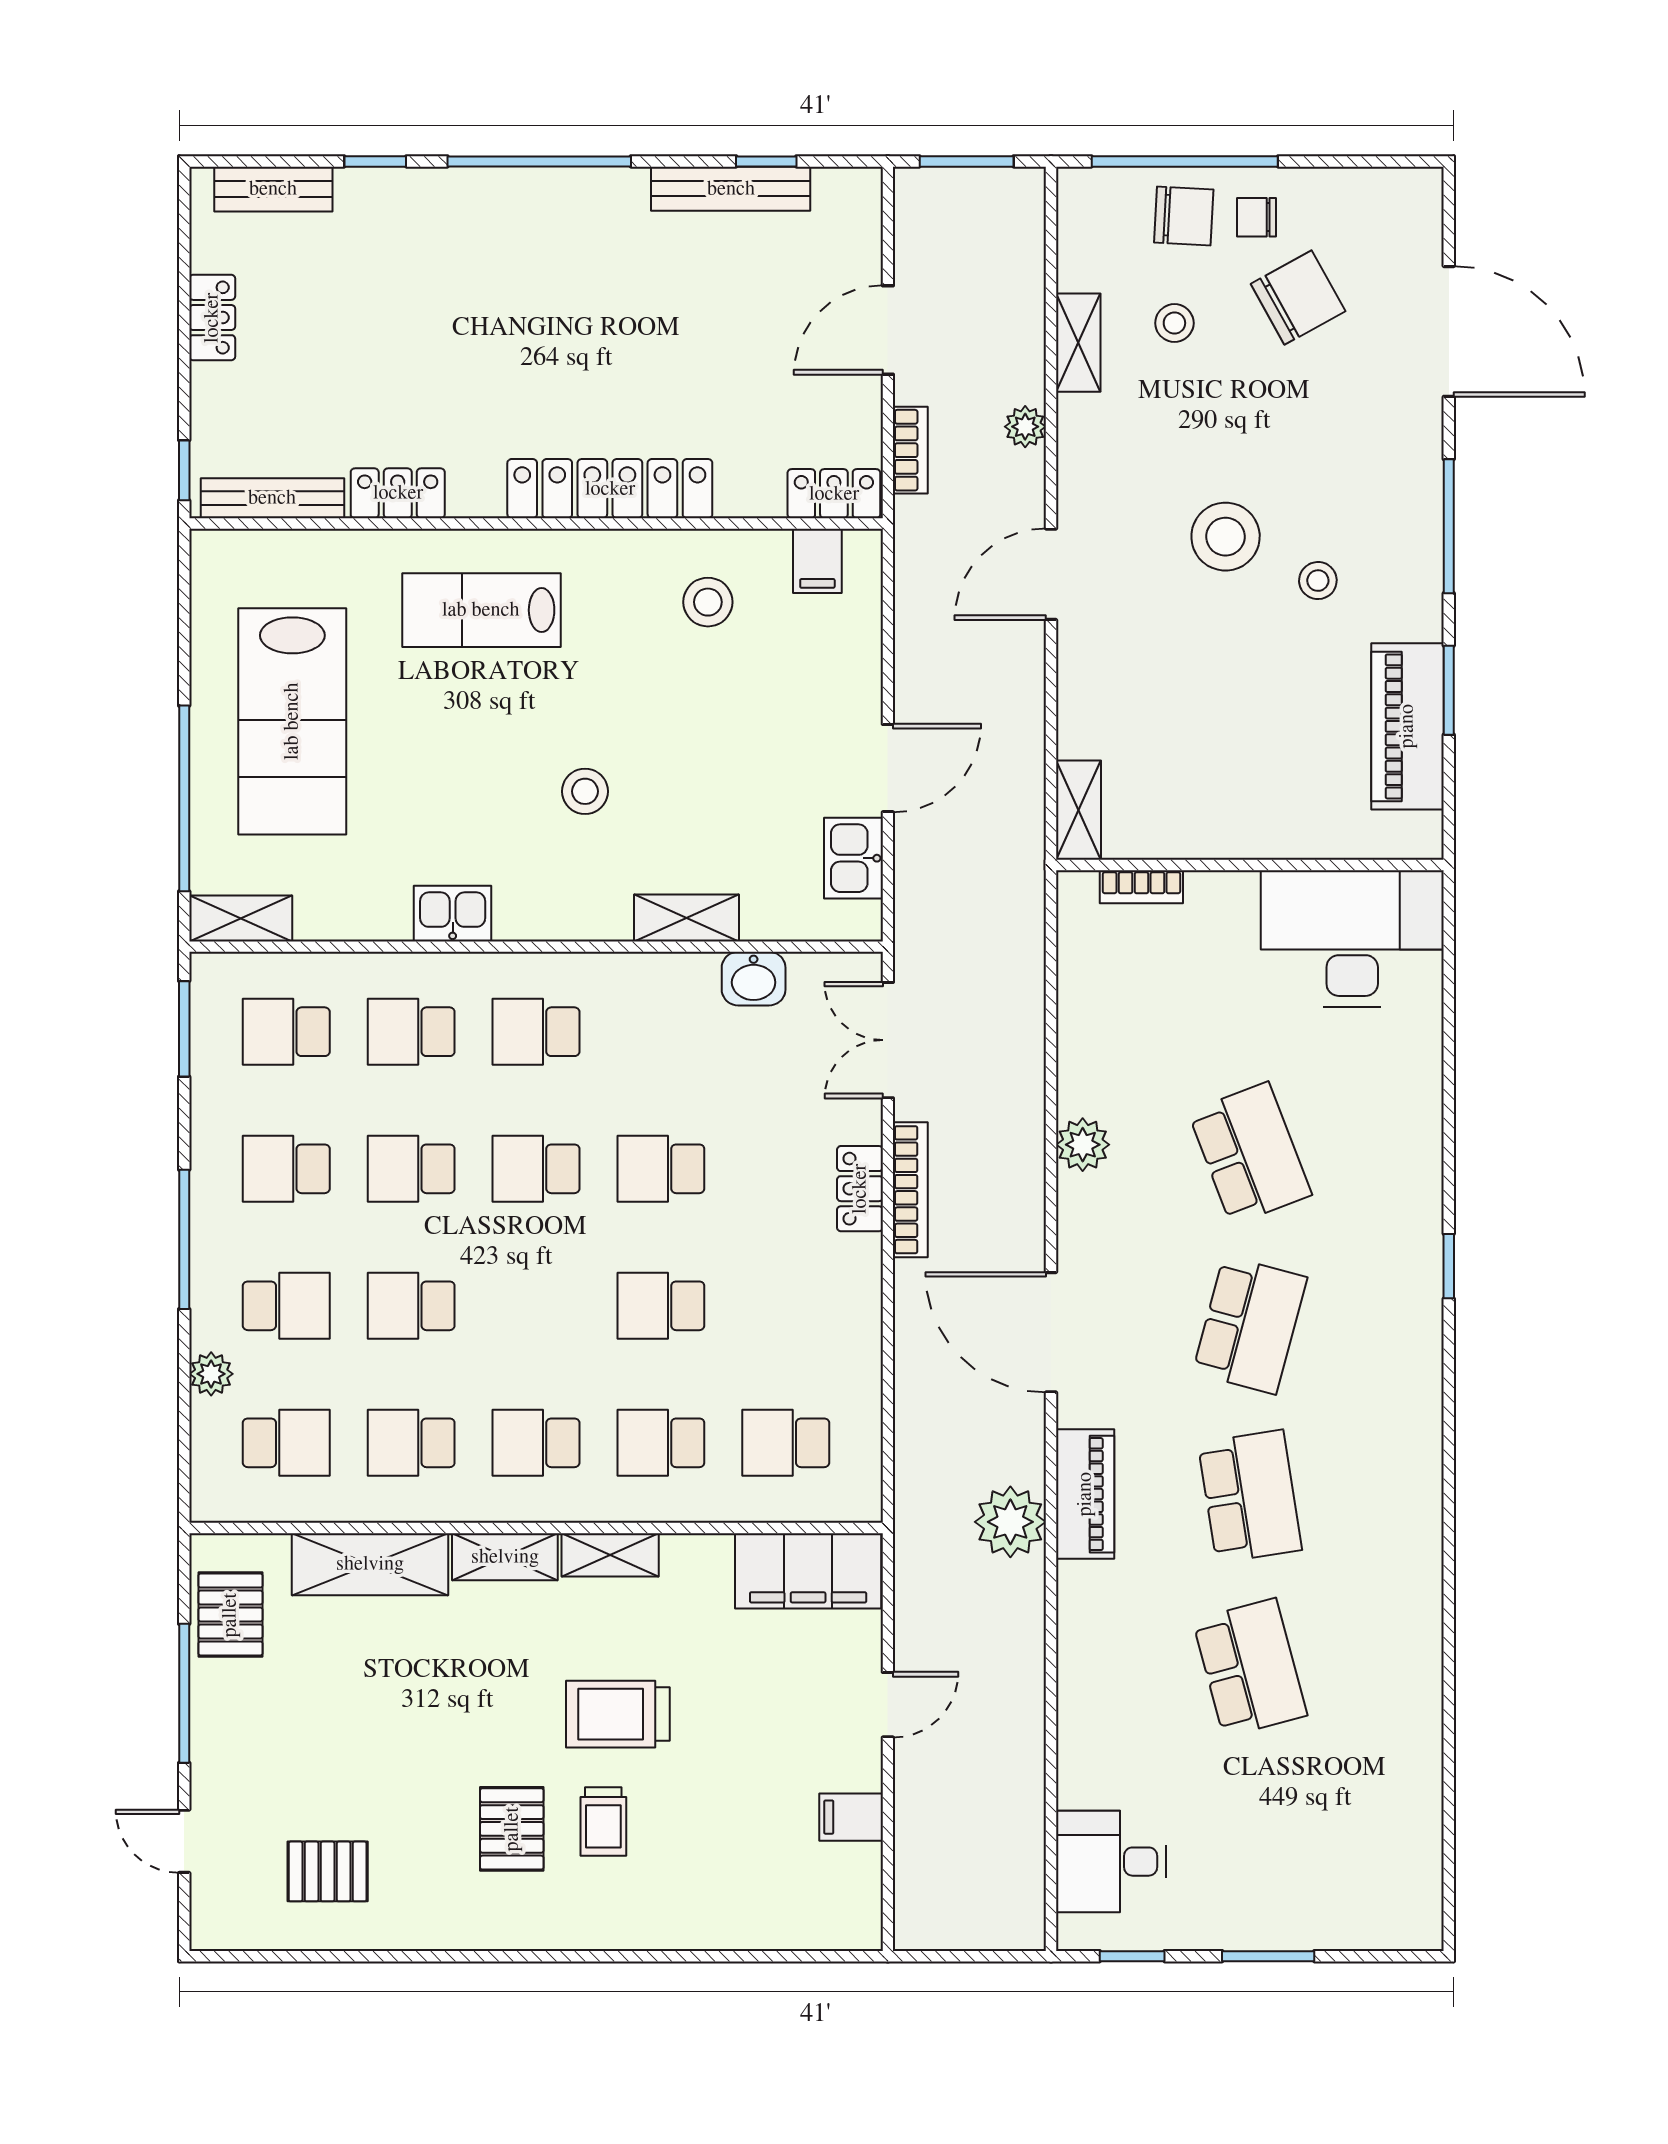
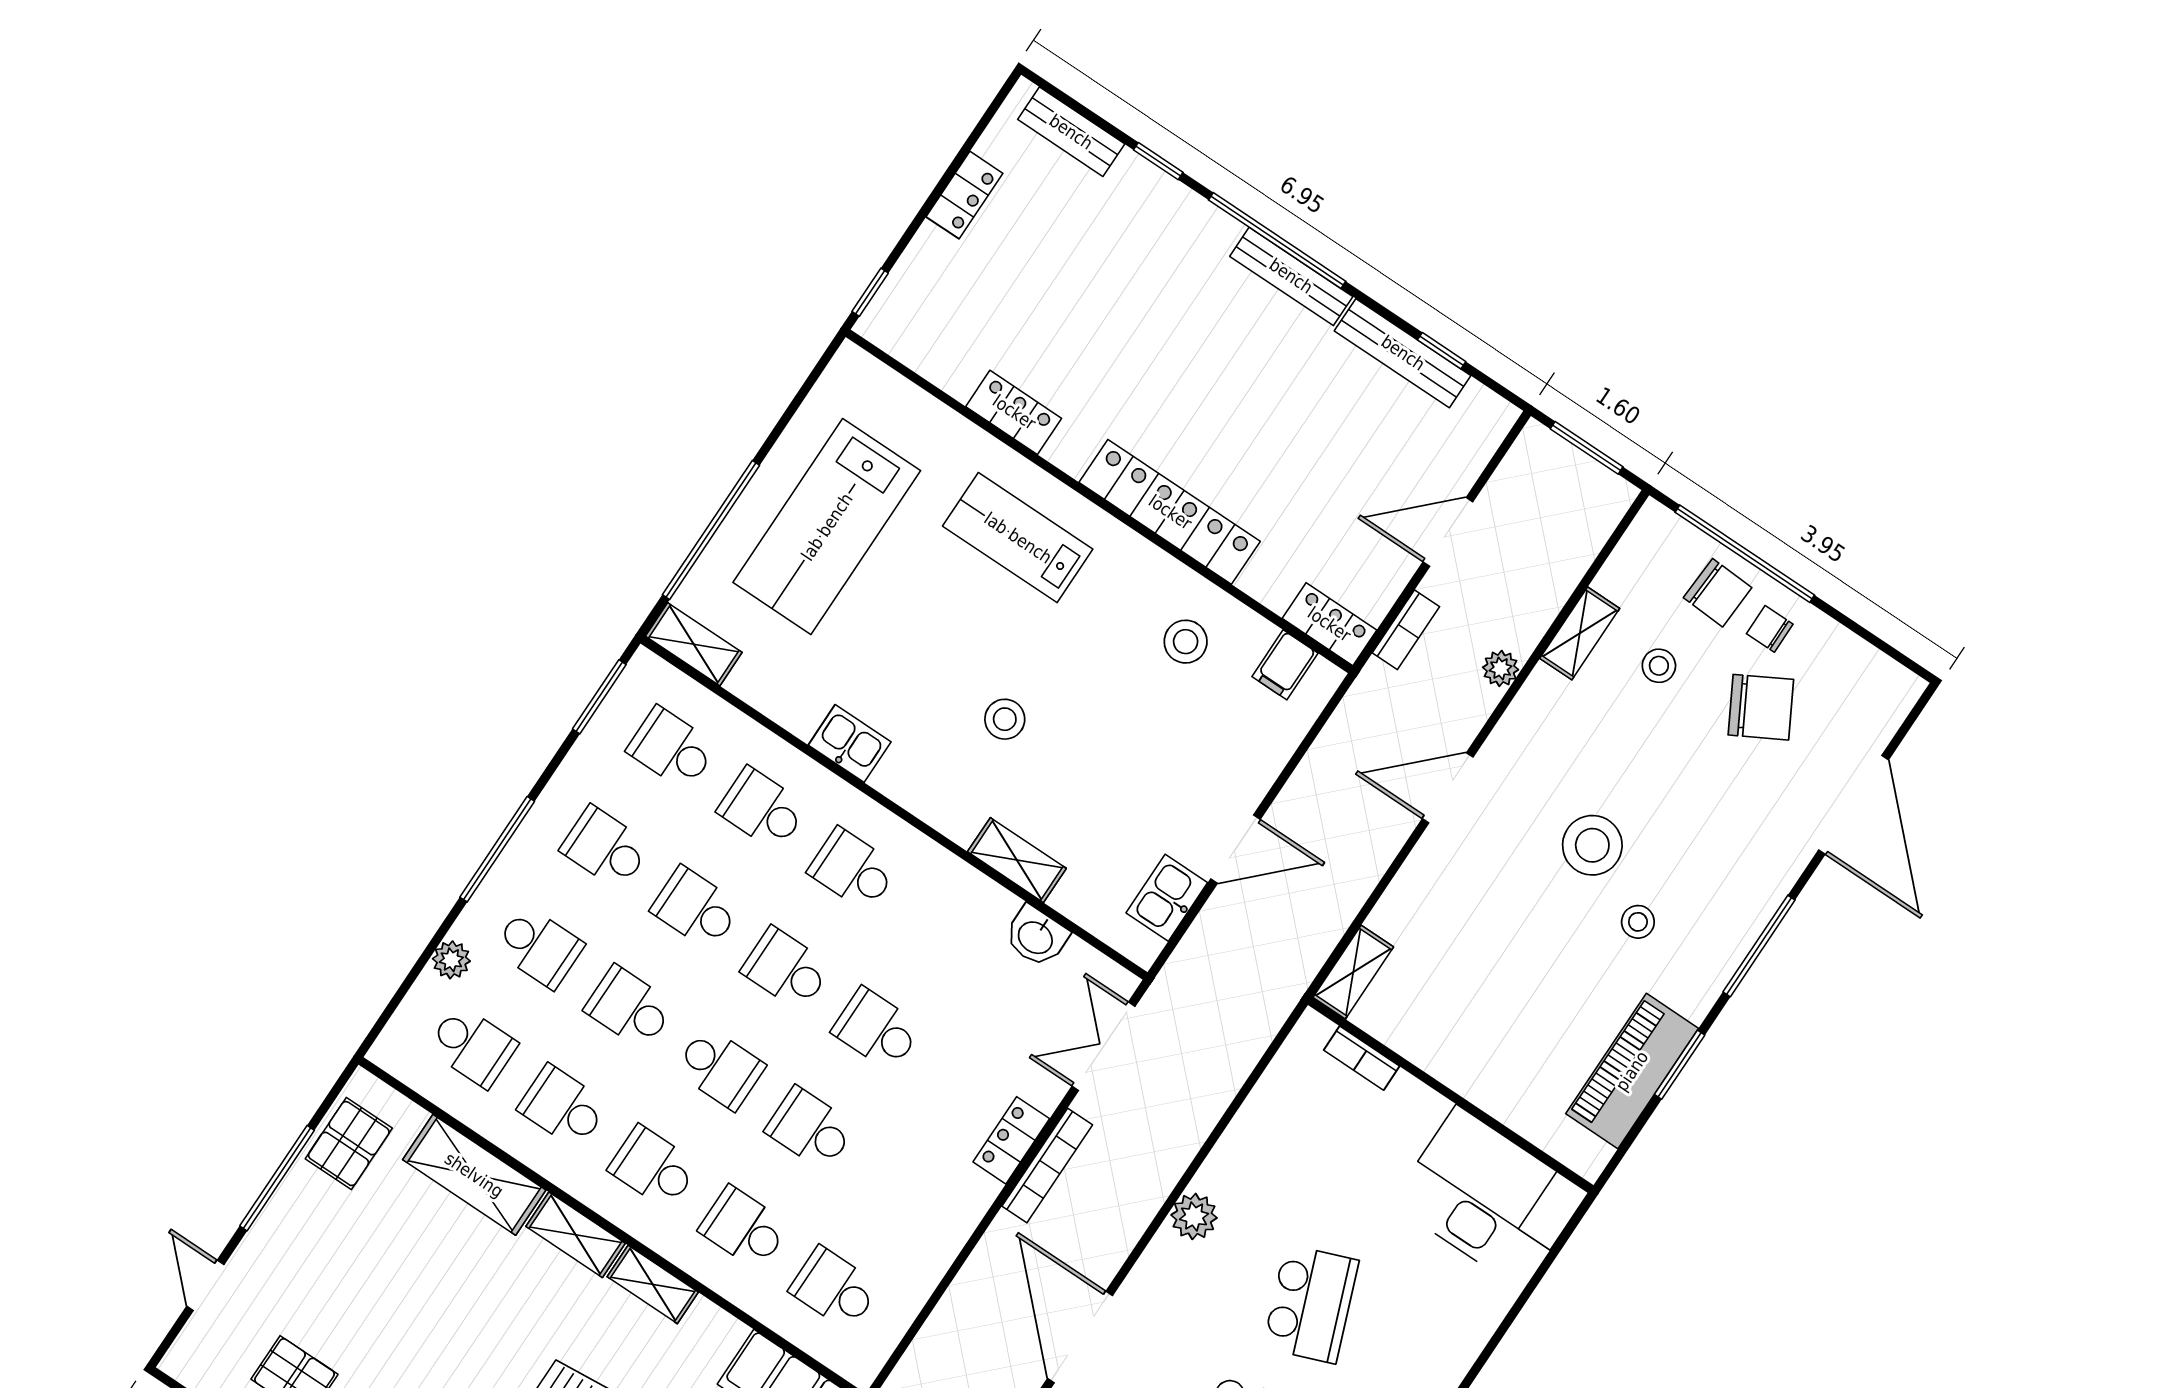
bench: (272, 498) -> (1291, 276), moved
school desk: (536, 1306) -> (720, 1068), added

